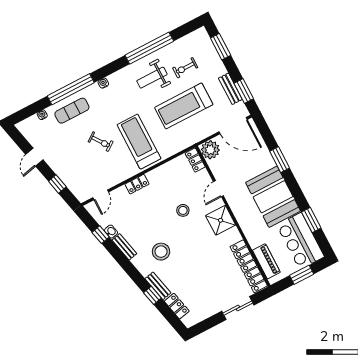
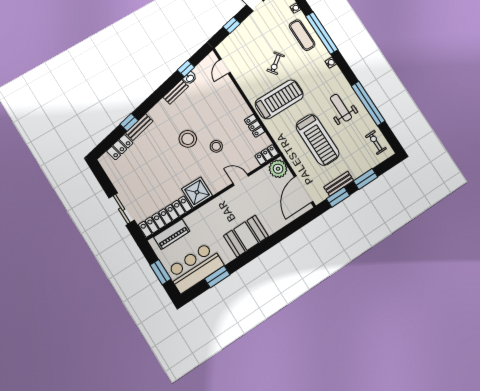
window: (221, 47) -> (365, 179), moved
exercise bike: (185, 68) -> (376, 142), moved
treadmill: (184, 106) -> (318, 140), turned 180
window: (280, 160) -> (275, 239), removed
locker: (137, 184) -> (255, 126), moved
door: (101, 195) -> (225, 66), hinge flipped
booth: (273, 197) -> (246, 236), width x0.73, depth x0.70
shower: (221, 220) -> (197, 192), moved
stool: (161, 252) -> (188, 139), moved

